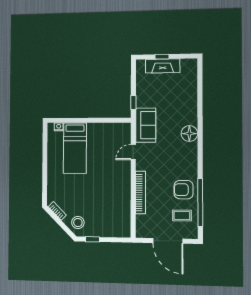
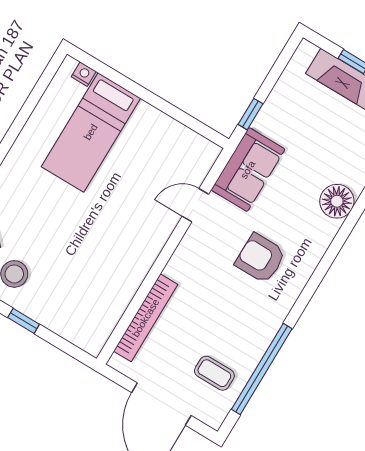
floor lamp: (189, 134) -> (337, 201), moved
armchair: (184, 190) -> (260, 258), moved
bookcase: (141, 193) -> (146, 318), moved

